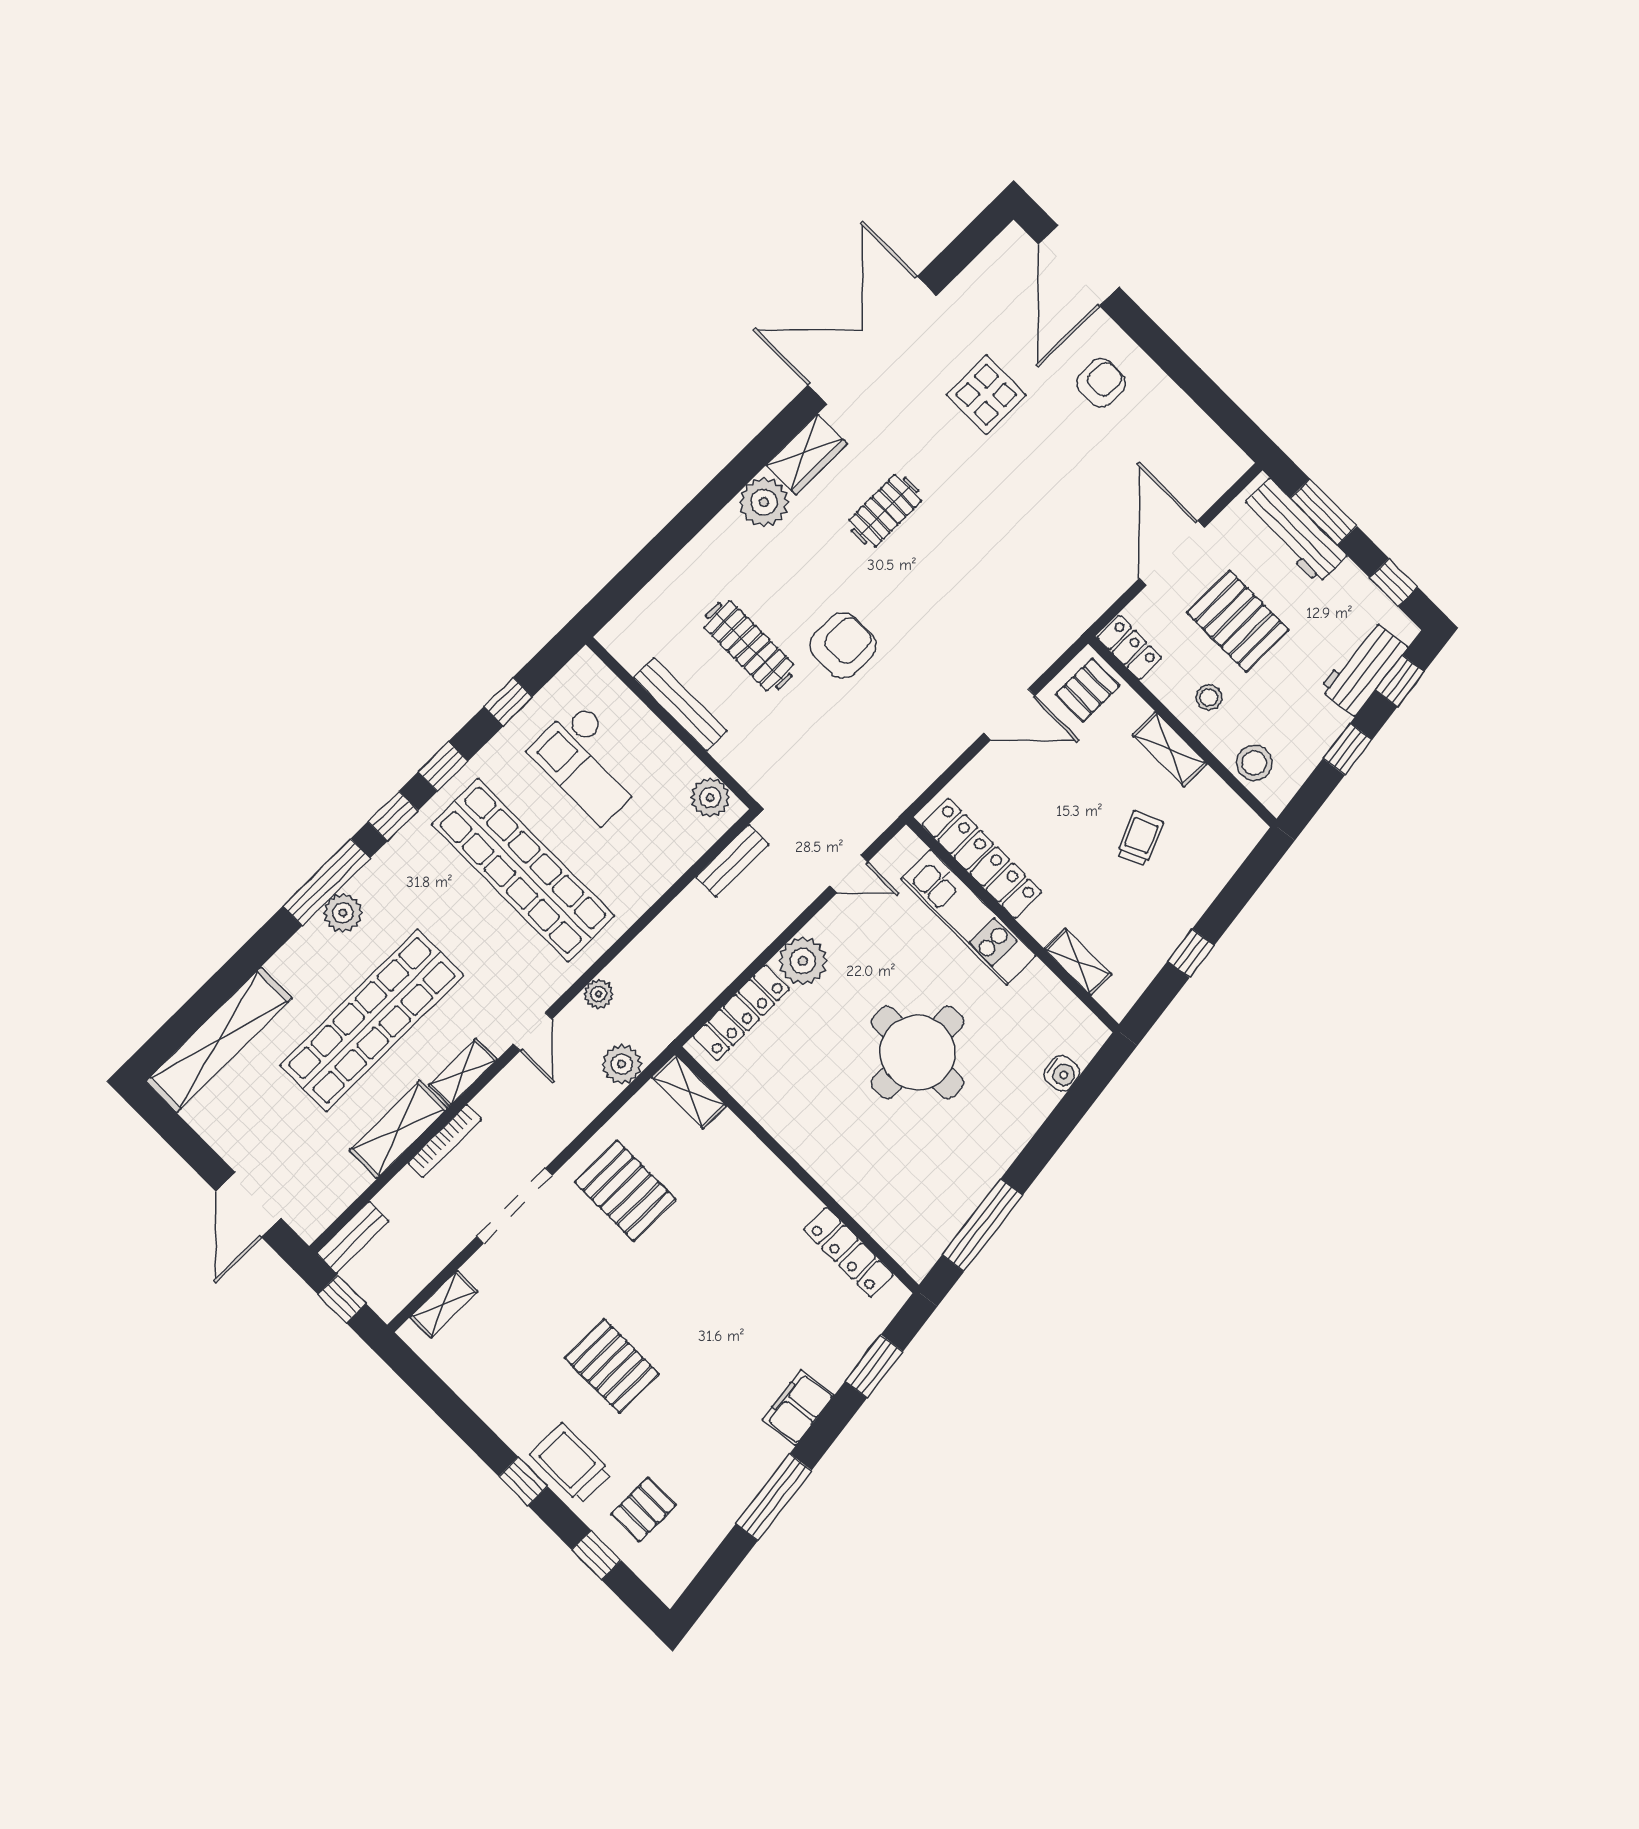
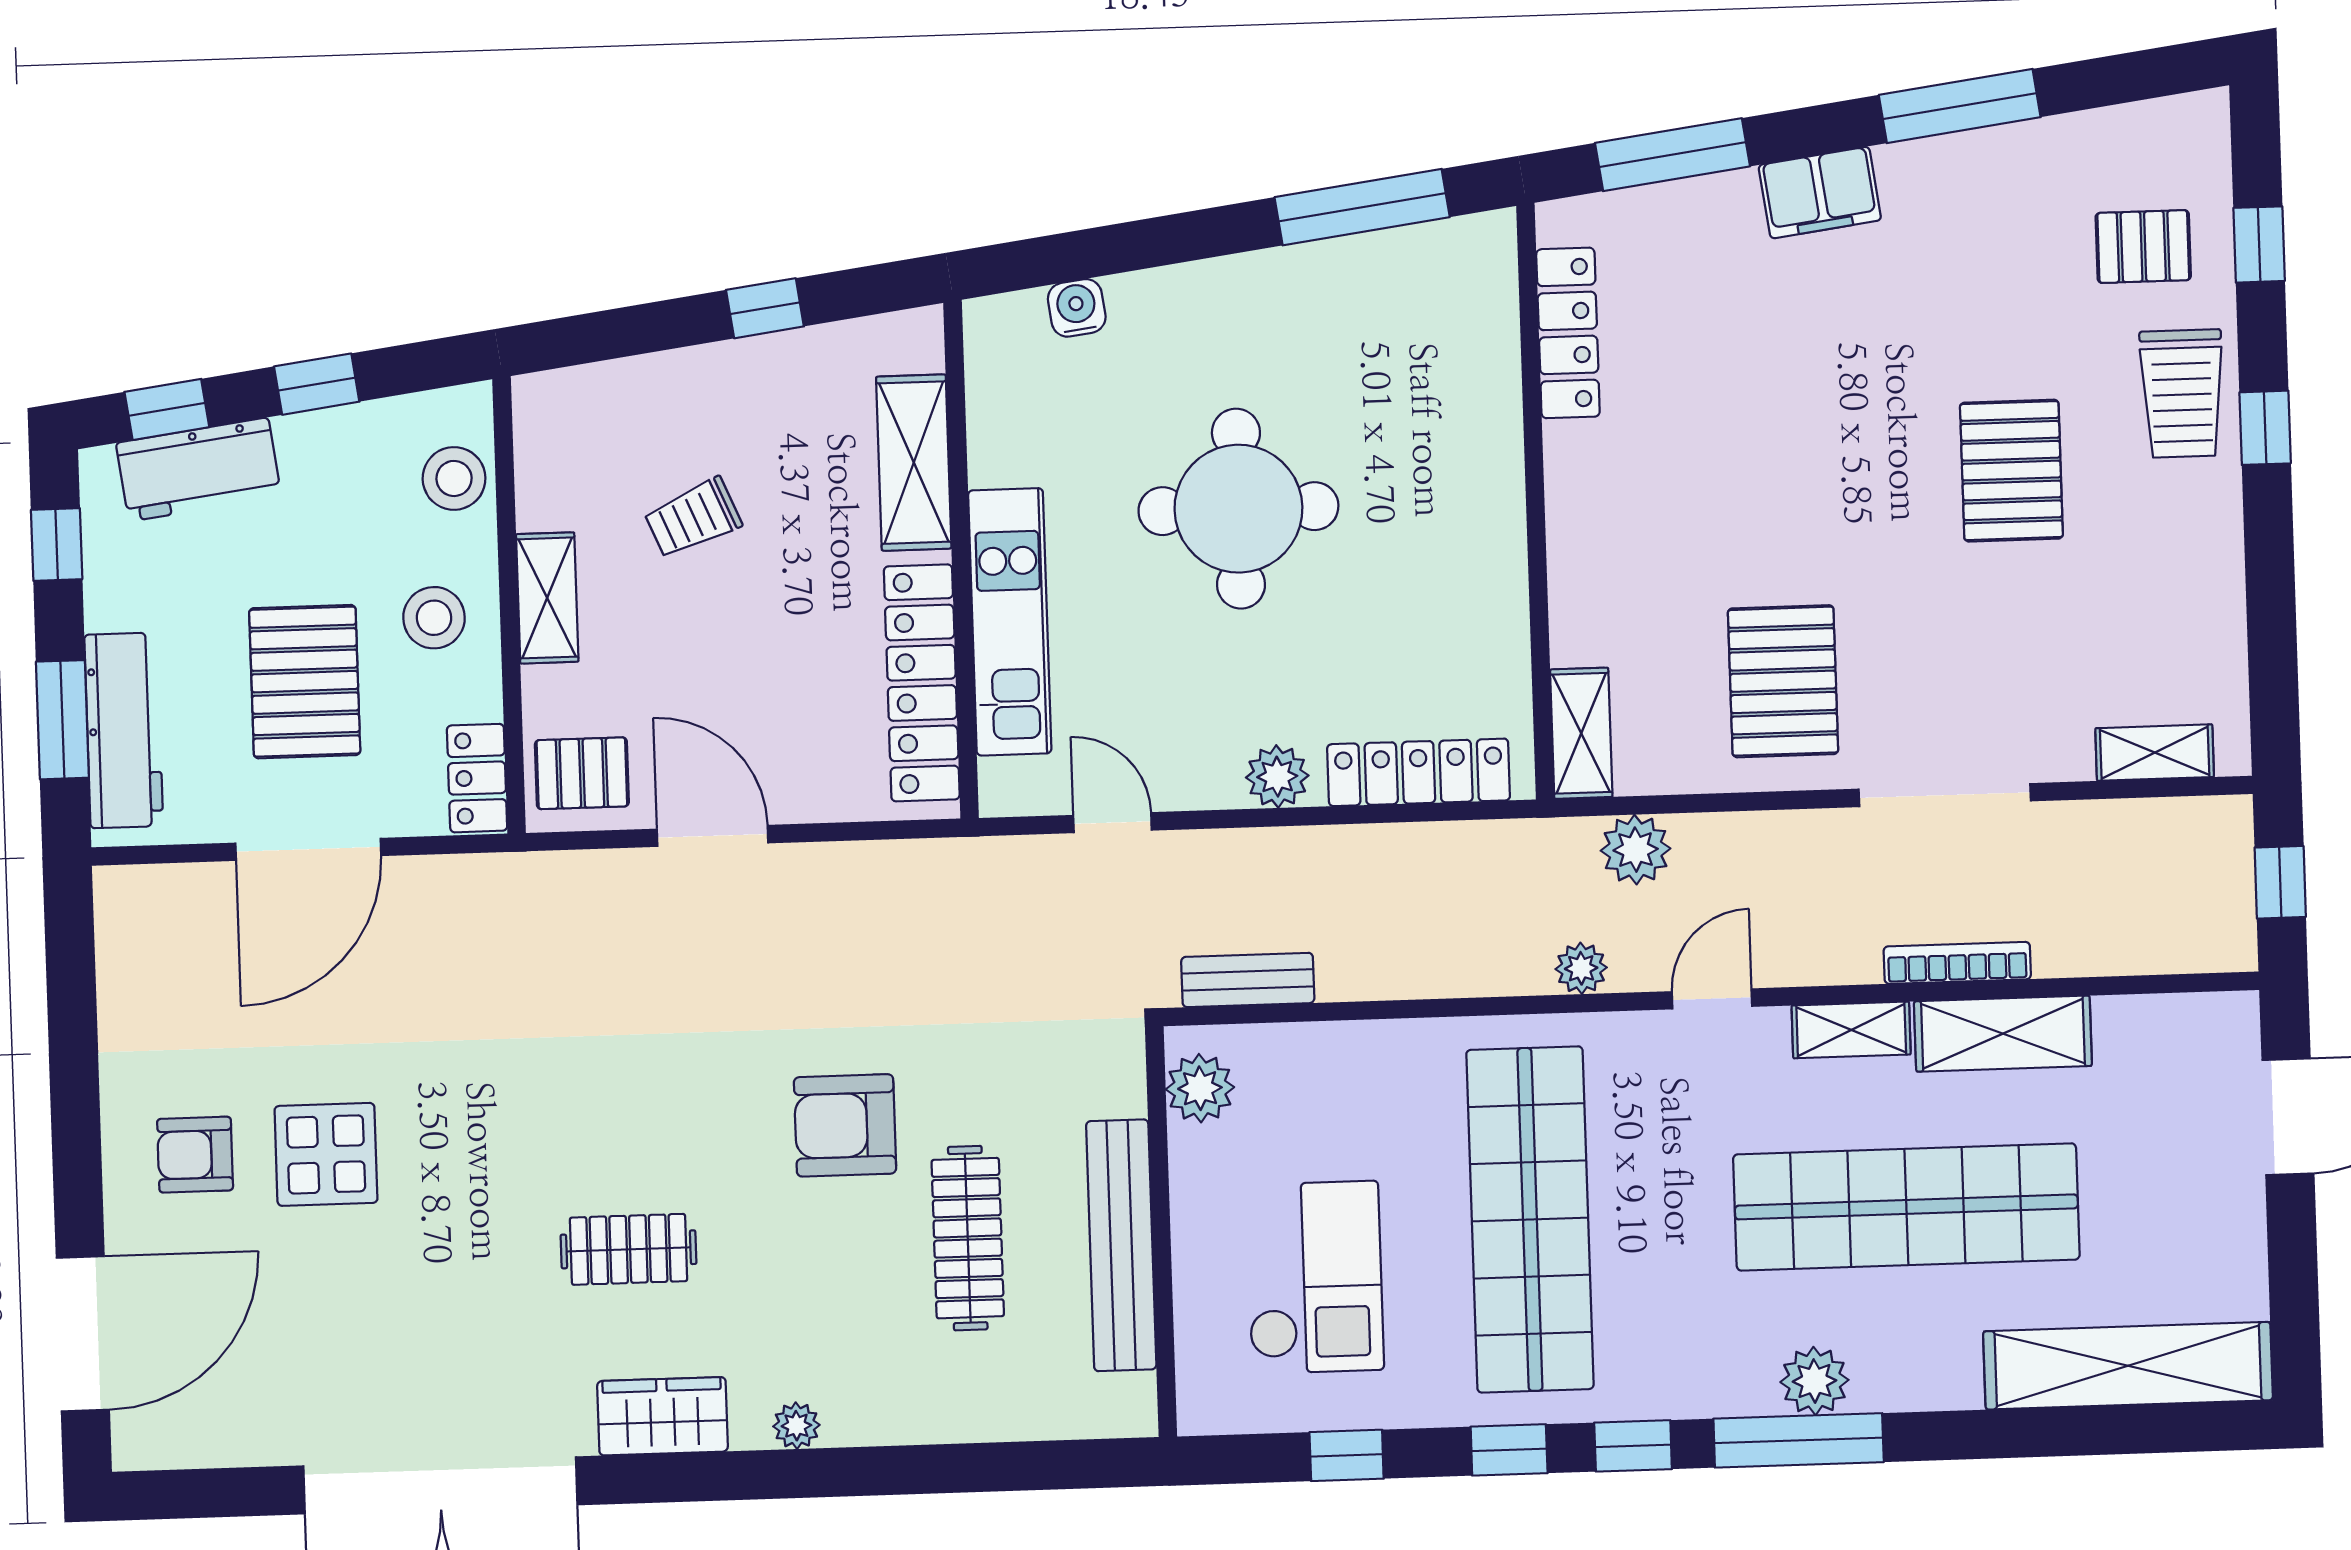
display table: (986, 395) -> (326, 1154), moved
plant: (764, 502) -> (796, 1426), width x0.53, depth x0.53
stool: (1209, 697) -> (434, 618), width x1.37, depth x1.37
bench: (680, 704) -> (1121, 1245), width x1.37, depth x1.21
plant: (803, 961) -> (1277, 777), width x0.73, depth x0.73
shelving: (1078, 962) -> (914, 463), width x1.50, depth x1.33
bench: (353, 1237) -> (2192, 949), removed
window: (874, 1366) -> (1672, 155), width x1.44

